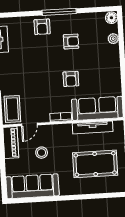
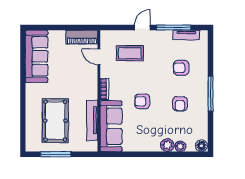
armchair: (42, 27) -> (181, 68), moved
plant: (113, 52) -> (167, 145), added
coffee table: (12, 109) -> (130, 53), moved
stool: (42, 153) -> (70, 67), removed

